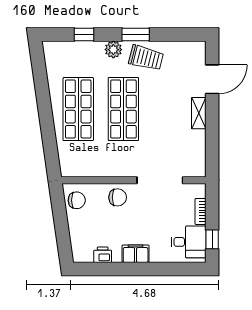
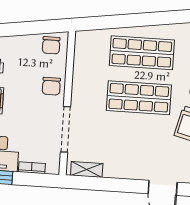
shelving: (199, 113) -> (87, 169), moved

